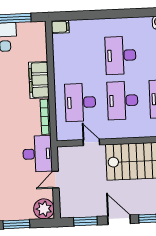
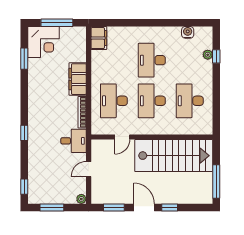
filing cabinet: (60, 27) -> (99, 38), width x2.00
door: (91, 142) -> (122, 137), swing flipped
desk: (37, 154) -> (74, 141), width x0.73
plant: (44, 209) -> (81, 199), width x0.53, depth x0.53

